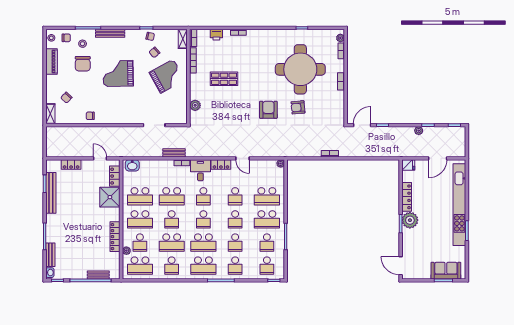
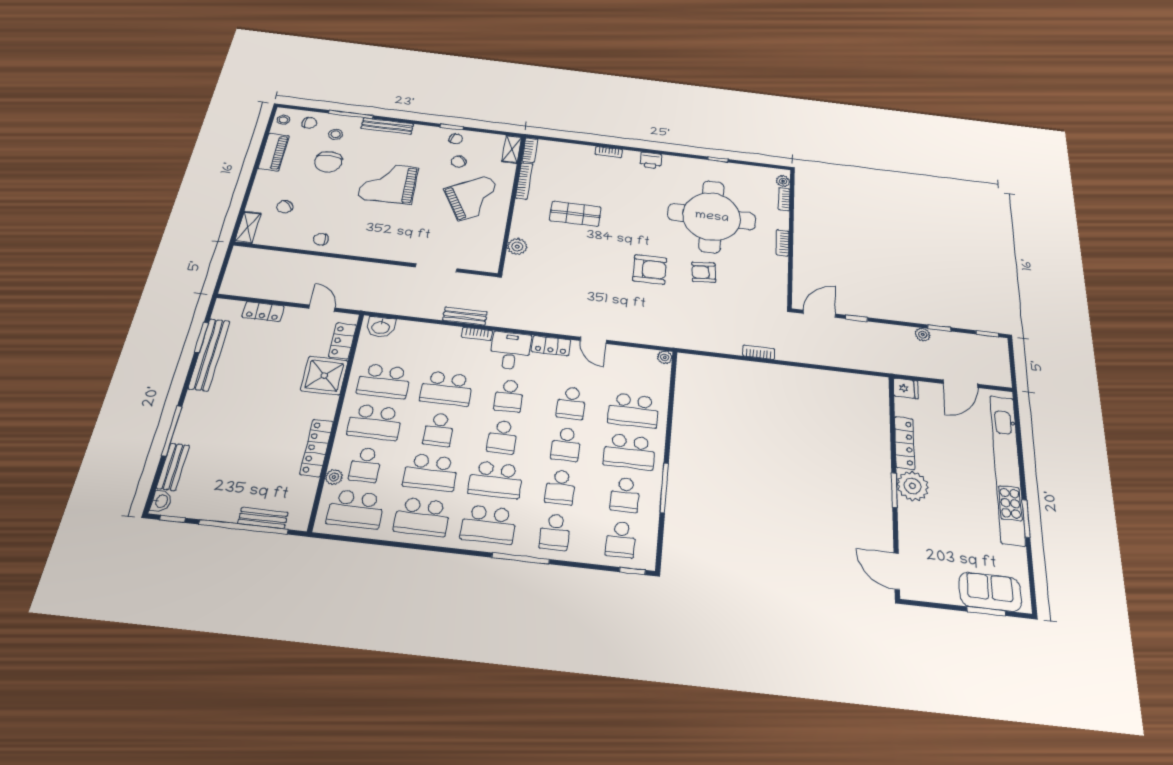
printer: (216, 35) -> (651, 160), moved
armchair: (268, 110) -> (650, 269), turned 90
school desk: (172, 266) -> (422, 517), width x1.85

